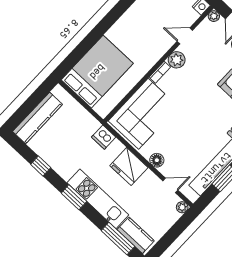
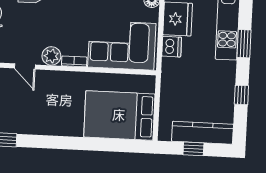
window: (32, 102) -> (193, 149), added
dishwasher: (104, 137) -> (172, 47), moved

